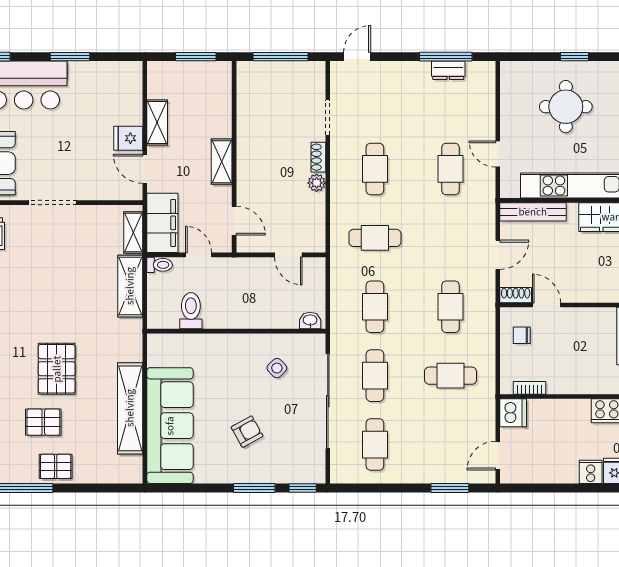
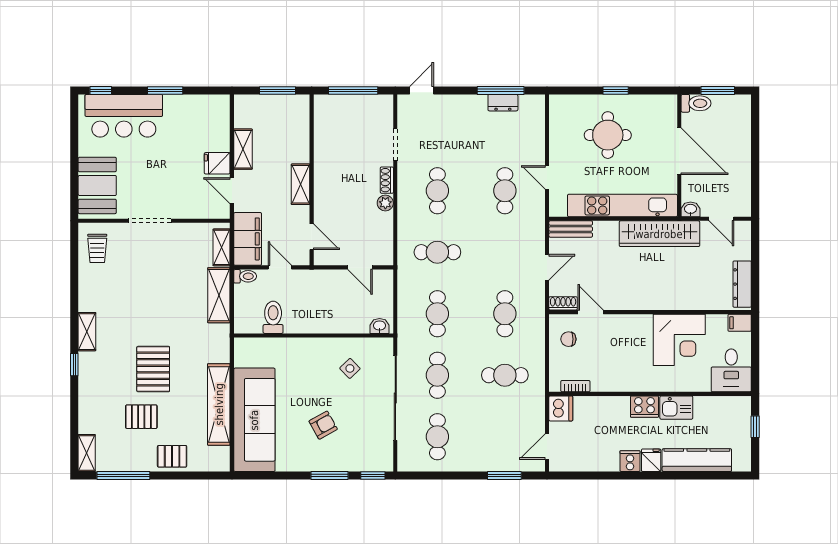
bench: (533, 212) -> (571, 229), width x0.73
pallet: (56, 466) -> (172, 456), moved

